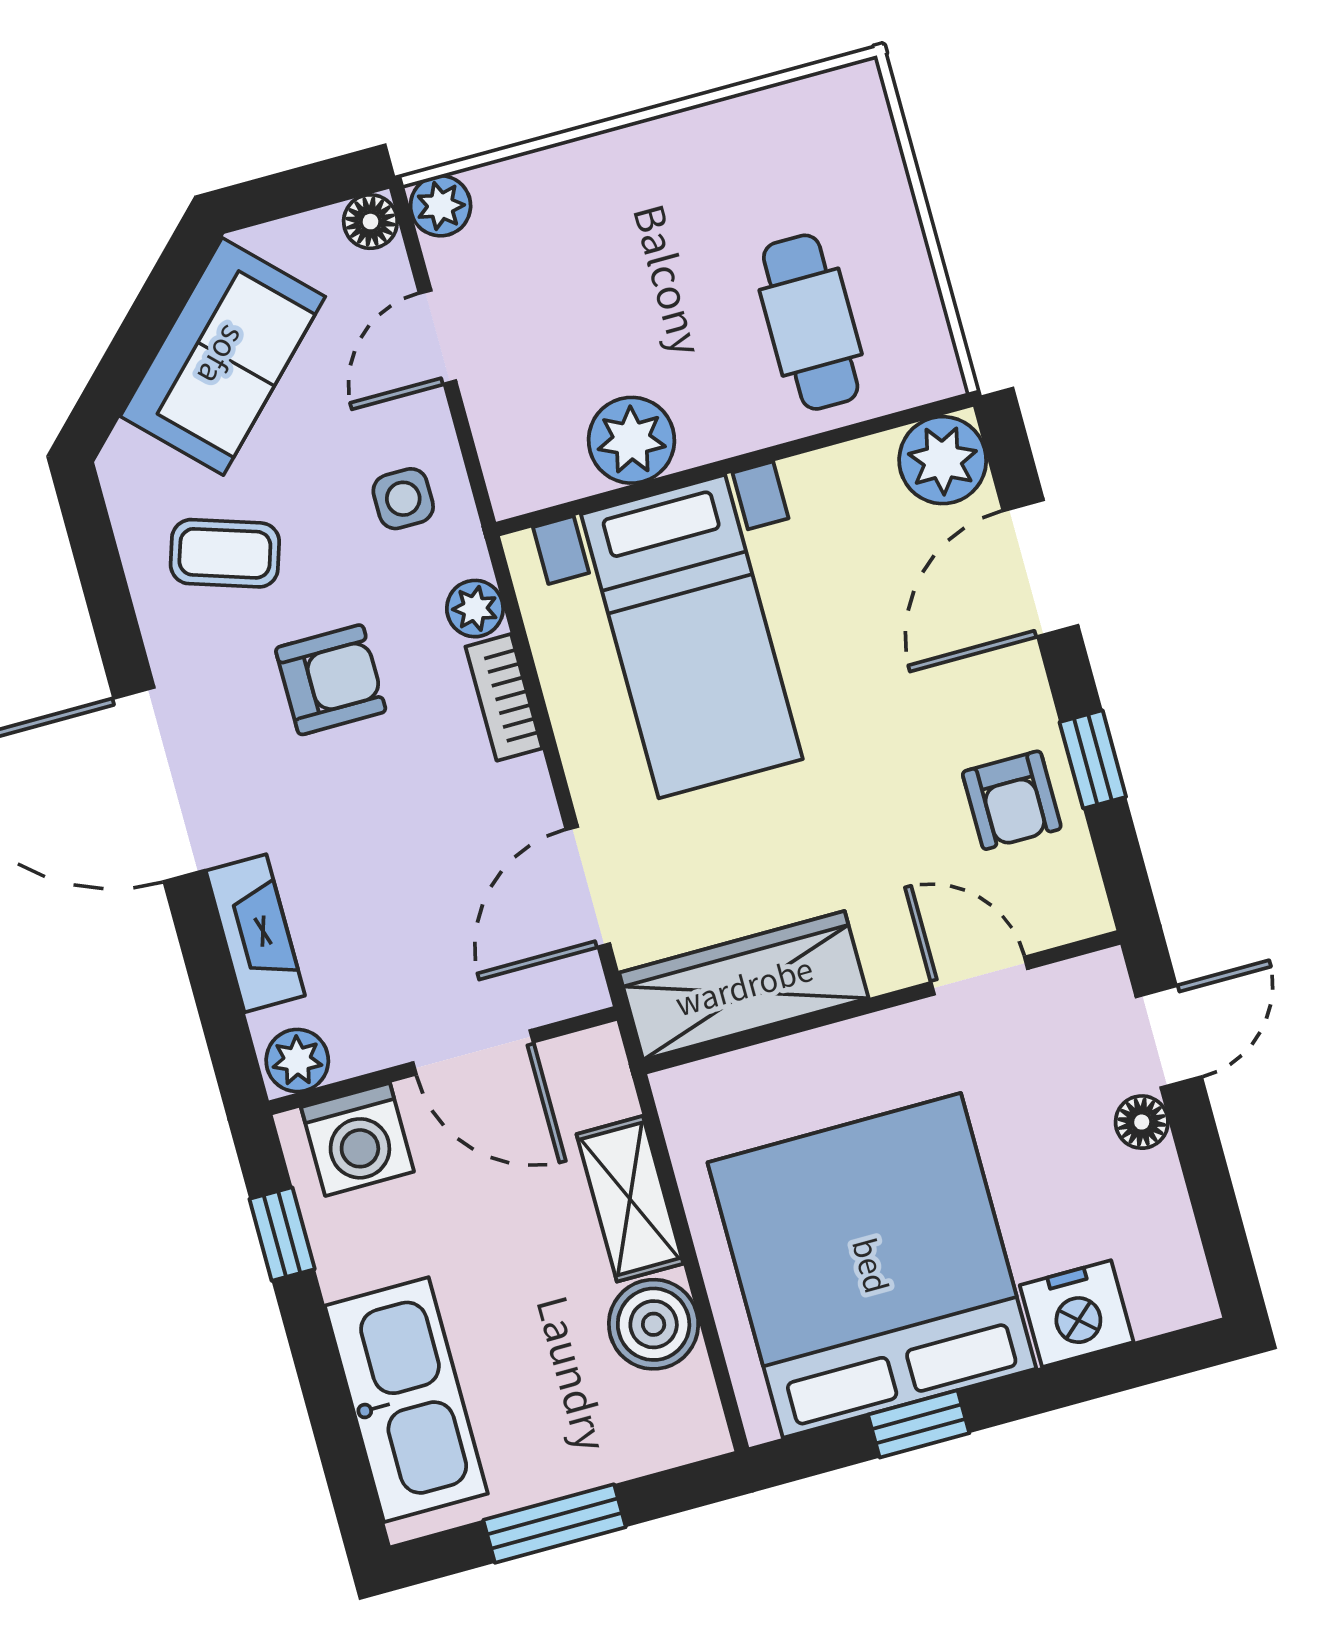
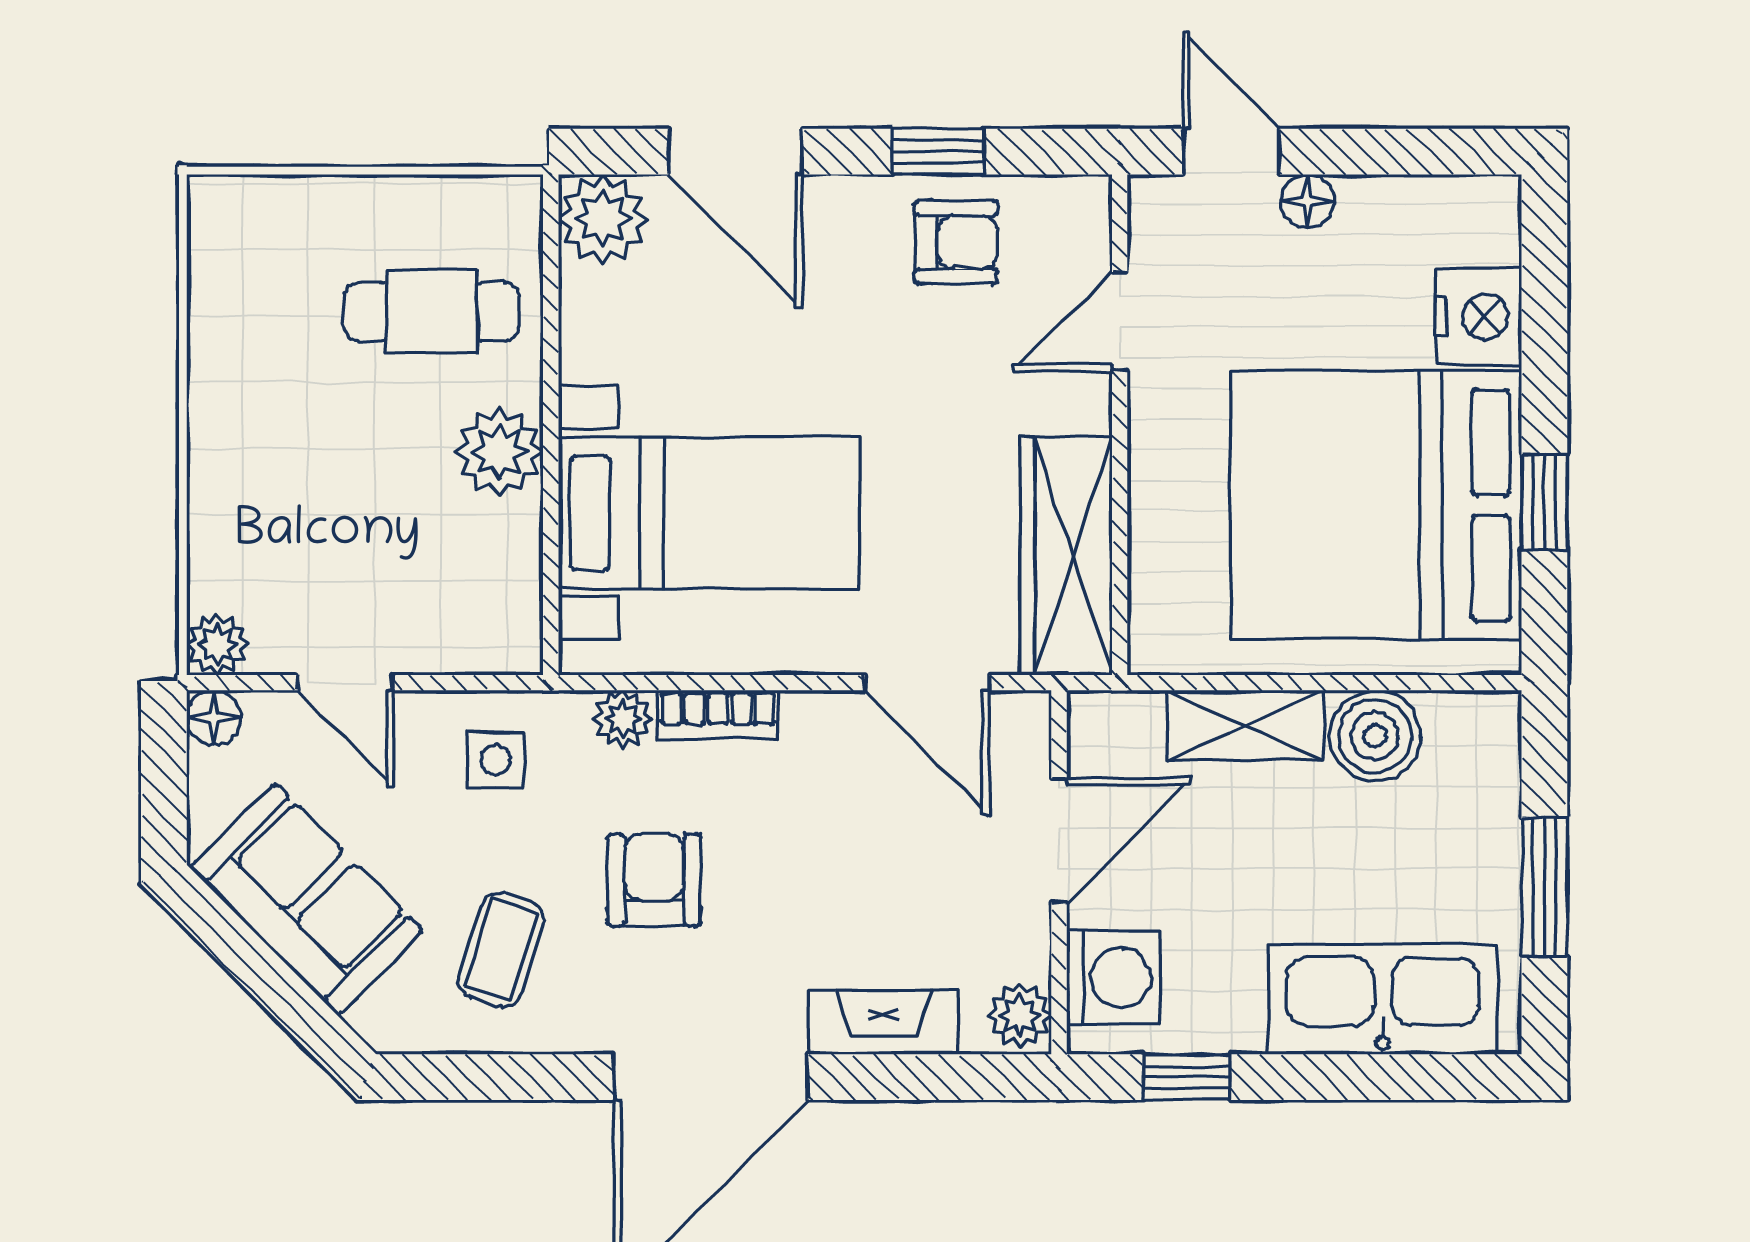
plant: (632, 440) -> (499, 452), moved

